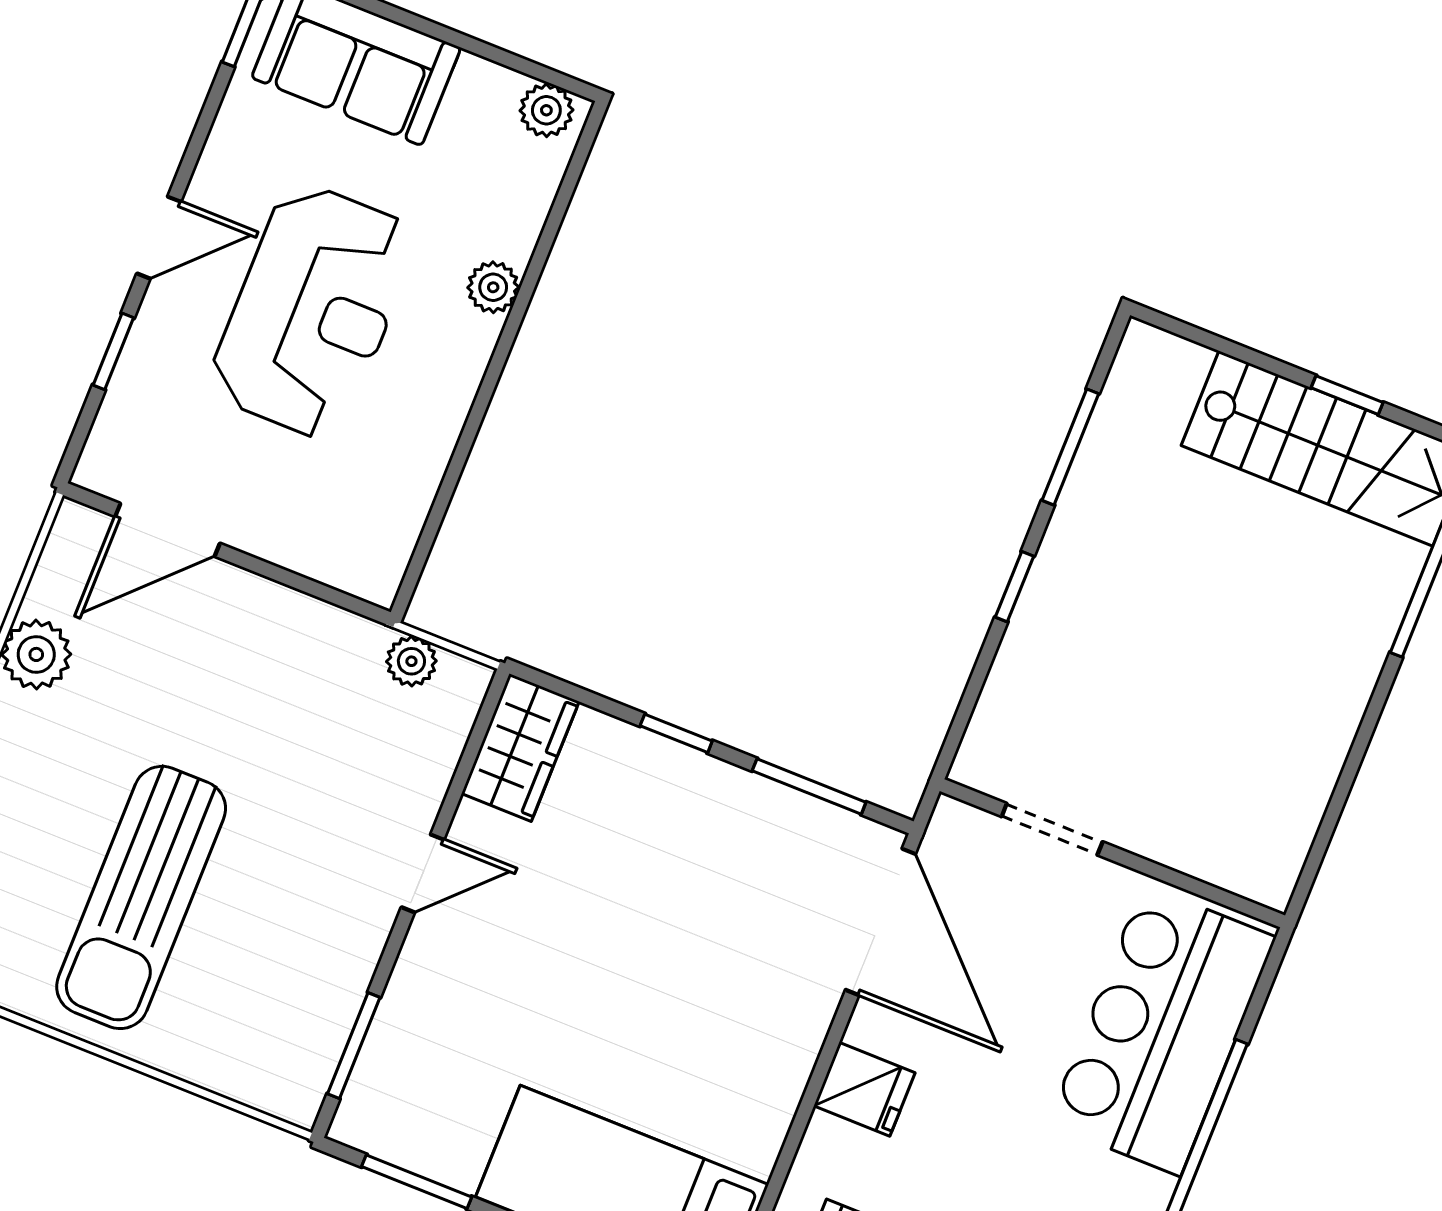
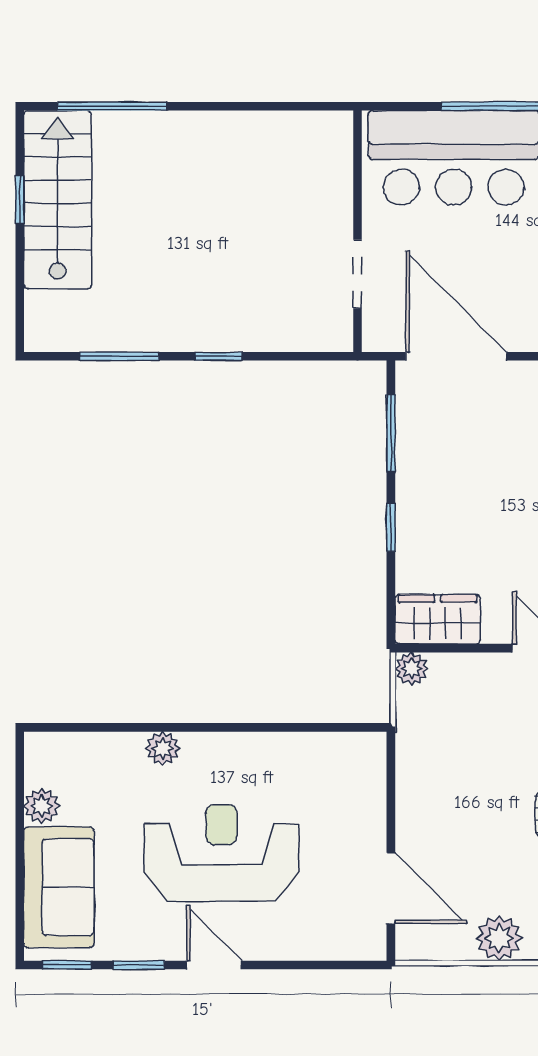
plant: (546, 110) -> (41, 806), moved
window: (113, 351) -> (139, 965), moved
plant: (411, 661) -> (411, 669), moved
door: (880, 922) -> (456, 356), hinge flipped

